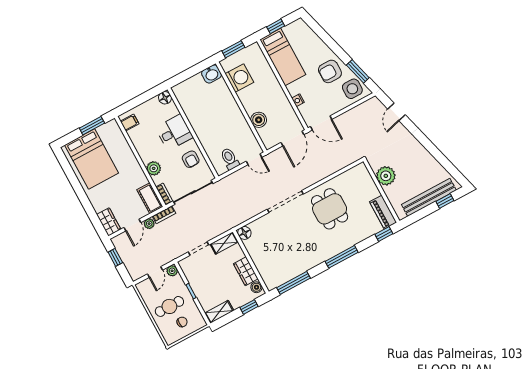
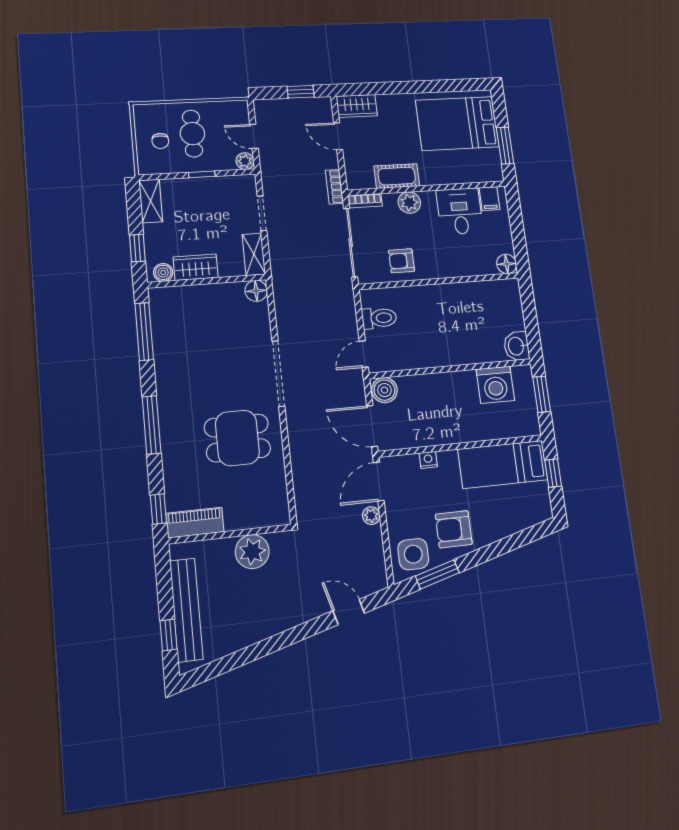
armchair: (330, 71) -> (454, 529), turned -90
boiler: (259, 120) -> (384, 390), moved
desk: (174, 132) -> (460, 211), moved, turned 180
cot: (150, 198) -> (397, 176), moved
plant: (149, 224) -> (371, 516), moved

